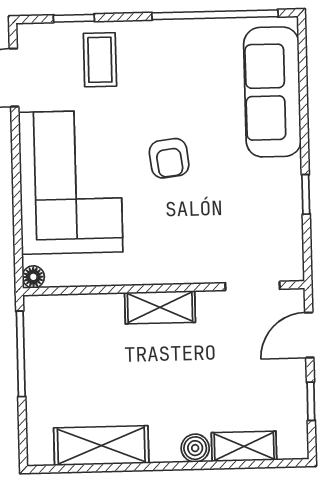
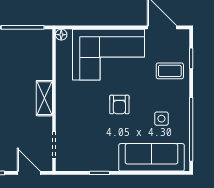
side table: (195, 74) -> (161, 119), added
armchair: (169, 158) -> (119, 104), turned -83

